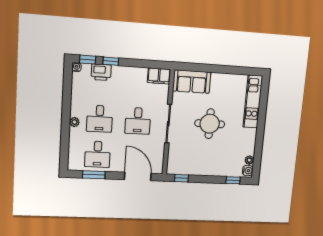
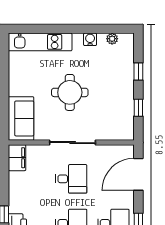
water cooler: (248, 171) -> (90, 39), moved
window: (181, 178) -> (138, 108), moved
window: (233, 180) -> (138, 72), moved

